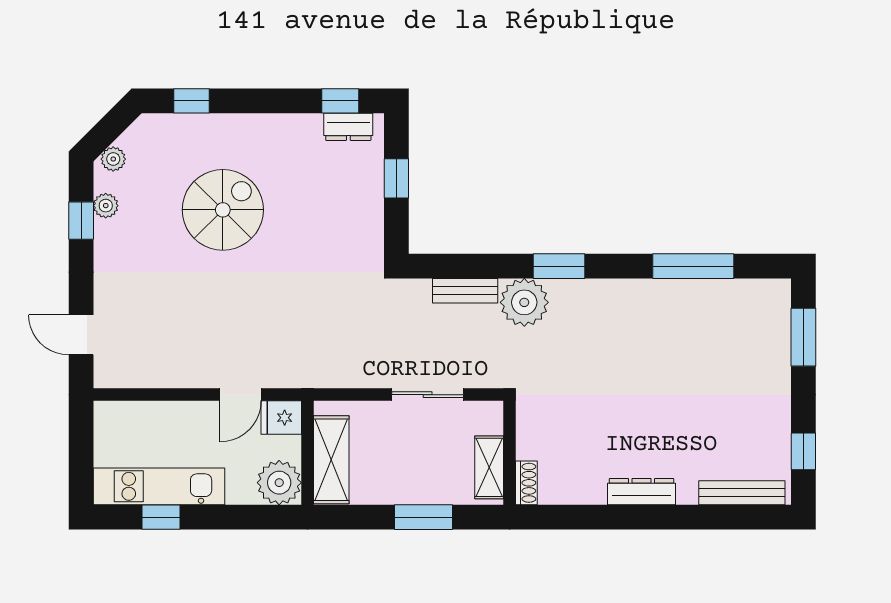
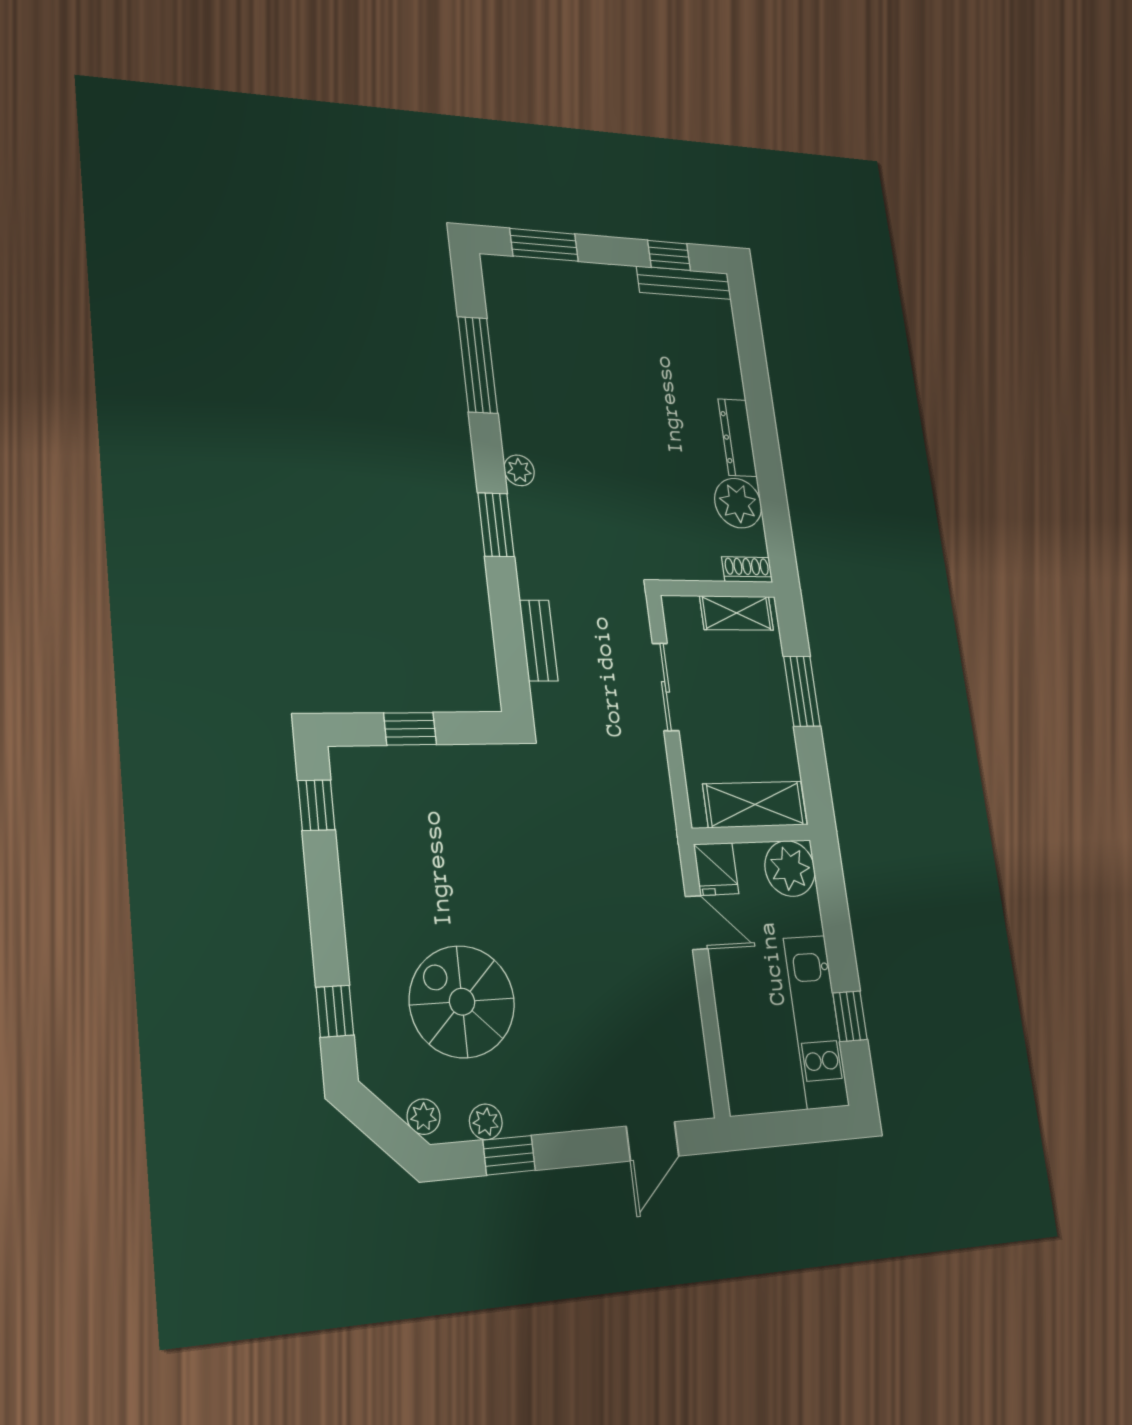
dresser: (348, 127) -> (350, 793), removed
spiral stairs: (223, 210) -> (462, 1002), moved
plant: (524, 302) -> (519, 470), moved, width x0.53, depth x0.53
plant: (584, 483) -> (738, 503), added
bench: (742, 493) -> (684, 283), moved, turned 90

